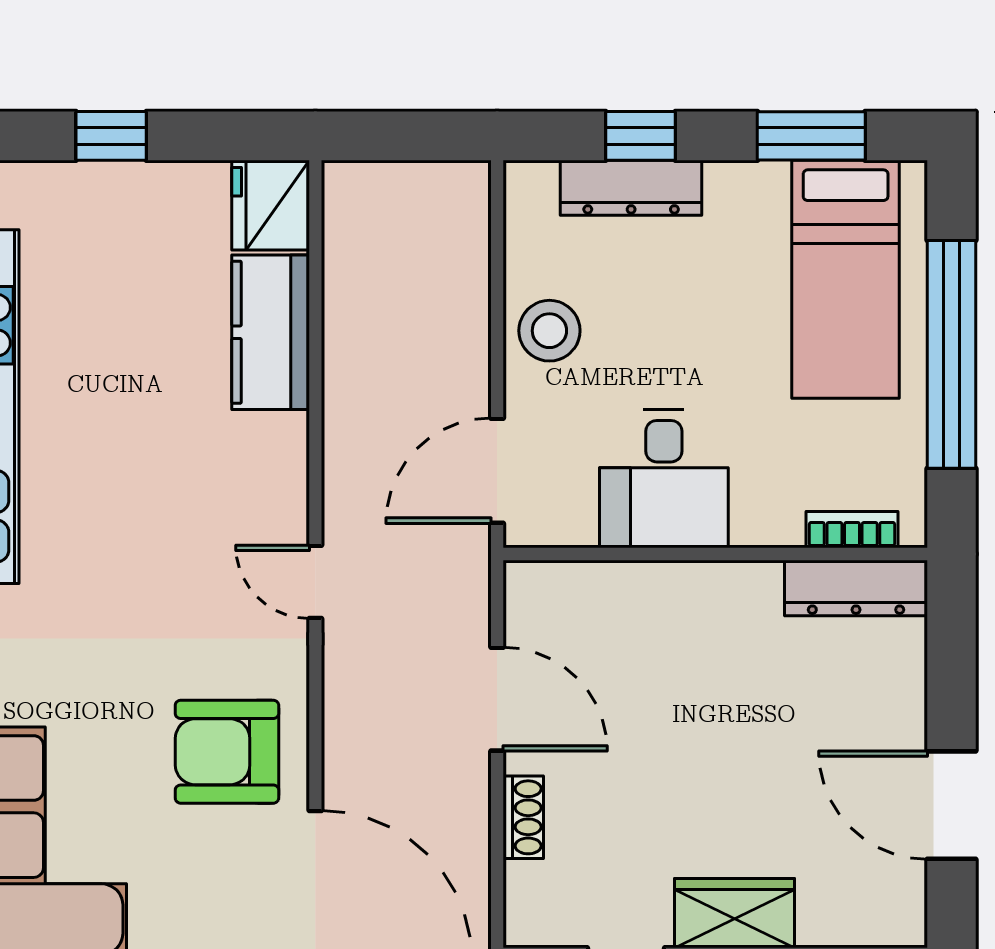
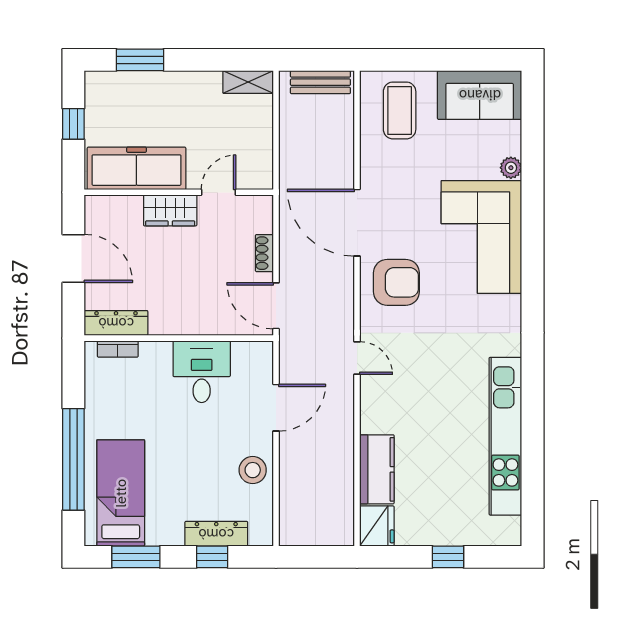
desk: (664, 479) -> (202, 372), moved
bookcase: (852, 530) -> (118, 349), moved
wall: (715, 554) -> (179, 338), moved
dresser: (856, 588) -> (116, 323), moved

